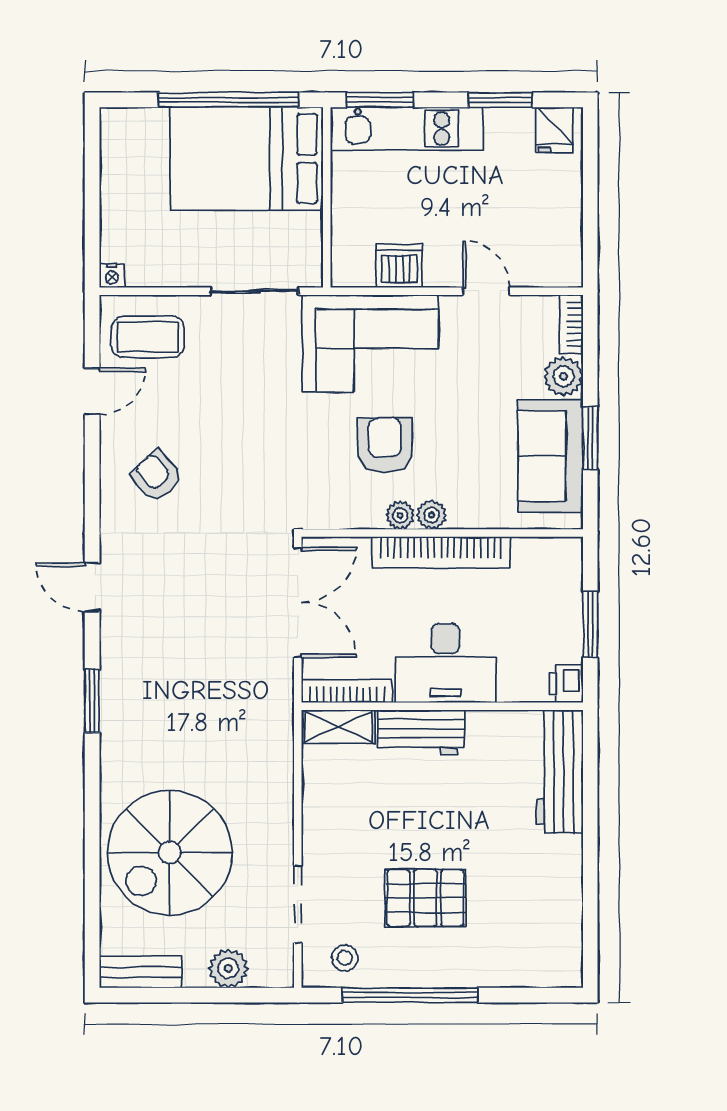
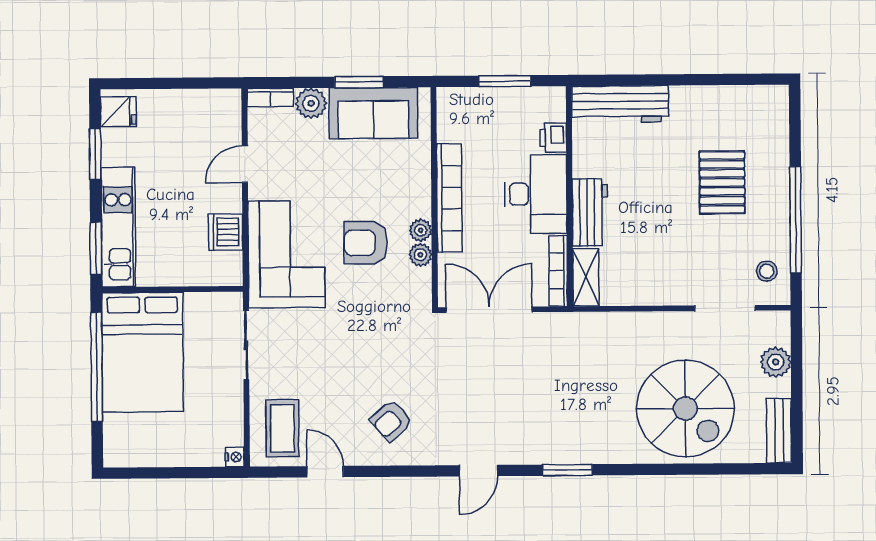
plant: (432, 515) -> (420, 255), moved
printer: (566, 684) -> (553, 138), moved, turned 90
pallet: (425, 898) -> (722, 182), moved

